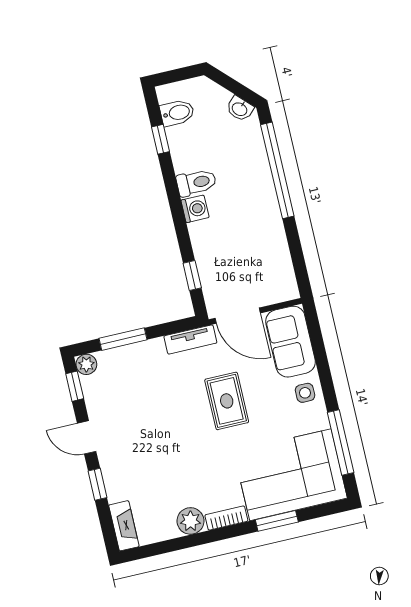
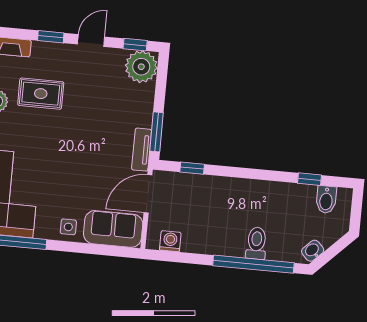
toilet: (196, 183) -> (256, 243), moved, turned 180
washing machine: (195, 209) -> (170, 241), moved, turned 180
window: (123, 339) -> (157, 132), moved
plant: (86, 364) -> (141, 67), width x1.87, depth x1.87
rug: (227, 401) -> (41, 94), moved

